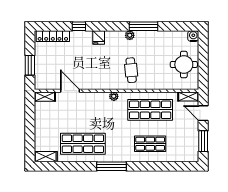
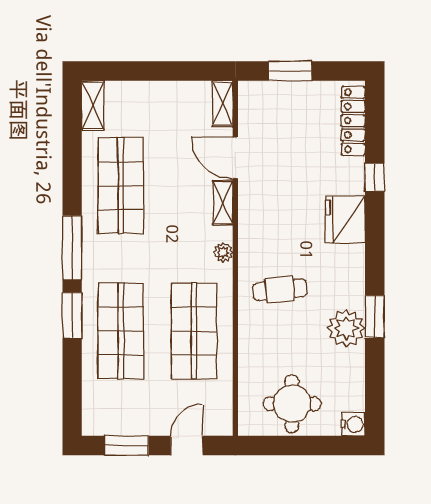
window: (144, 26) -> (375, 317), width x0.69
plant: (130, 35) -> (346, 328), moved, width x1.88, depth x1.88
fridge: (99, 37) -> (345, 220), width x1.88, depth x1.34
door: (70, 91) -> (235, 158), swing flipped
shelving: (188, 96) -> (223, 203), moved
shop shelf: (150, 144) -> (121, 331), width x1.43, depth x1.36
window: (143, 166) -> (72, 315), added

